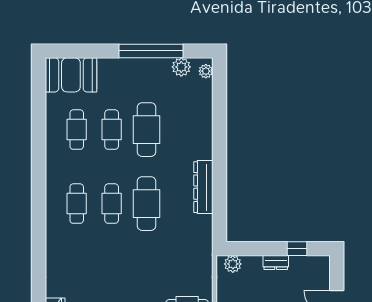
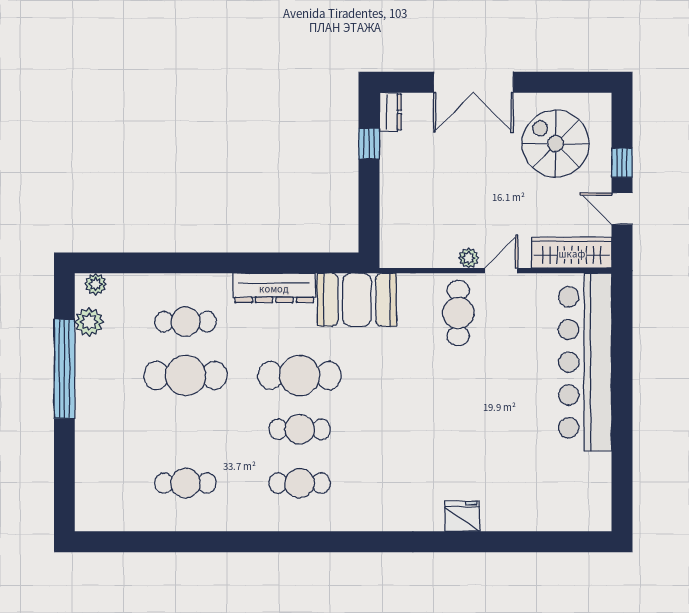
booth: (71, 75) -> (357, 300), moved, turned 90
cafe table: (112, 130) -> (186, 322), moved
dresser: (276, 262) -> (390, 112), moved
plant: (233, 264) -> (393, 243), removed

